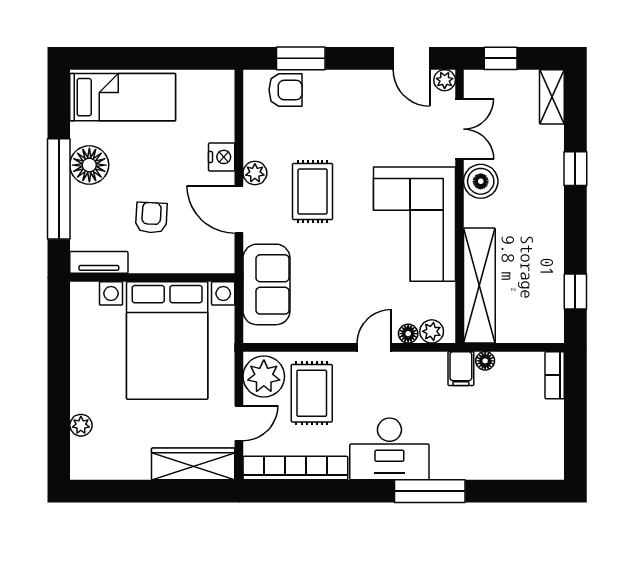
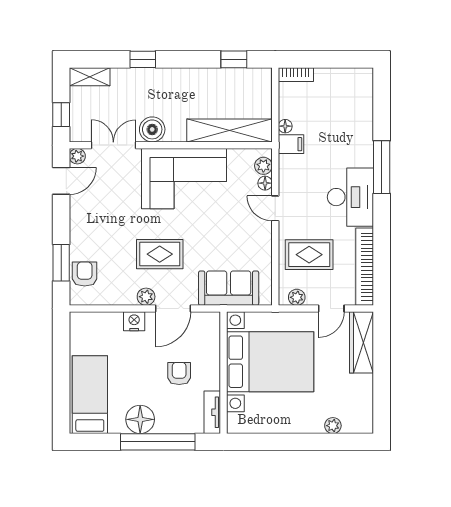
armchair: (151, 218) -> (179, 373), turned 87
plant: (264, 376) -> (297, 297), width x0.53, depth x0.53
door: (239, 423) -> (331, 309), swing flipped

